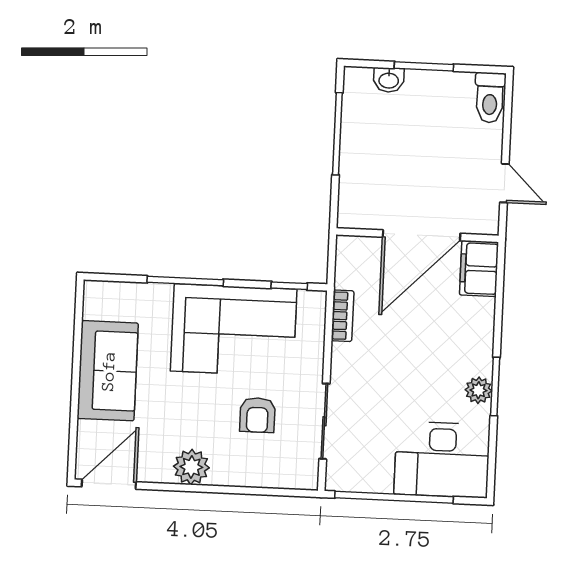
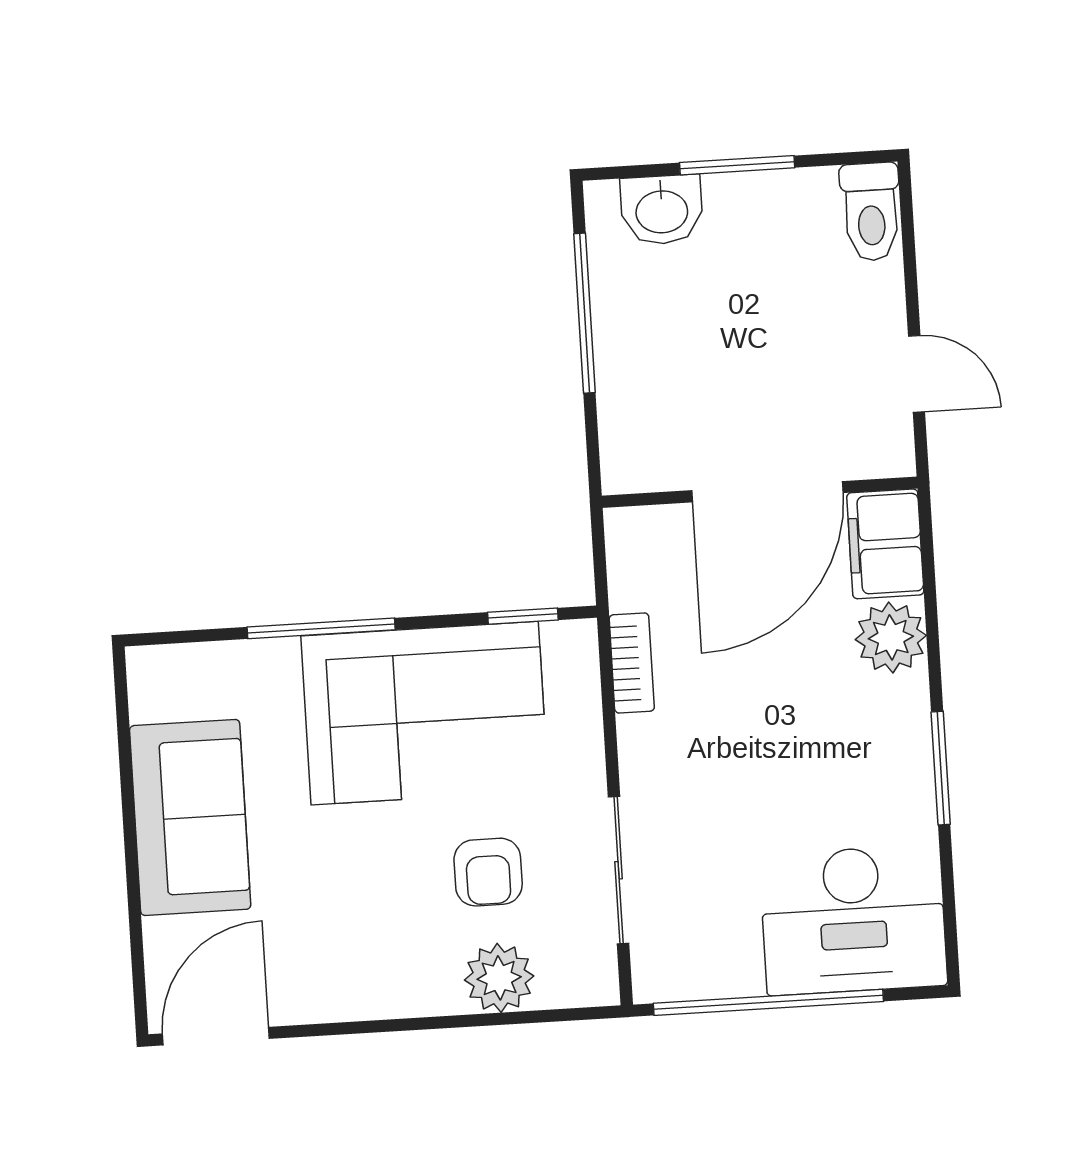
washbasin: (389, 80) -> (662, 210), width x1.38, depth x1.45
plant: (478, 390) -> (891, 637), moved, width x1.38, depth x1.38
plant: (191, 467) -> (499, 978), moved

